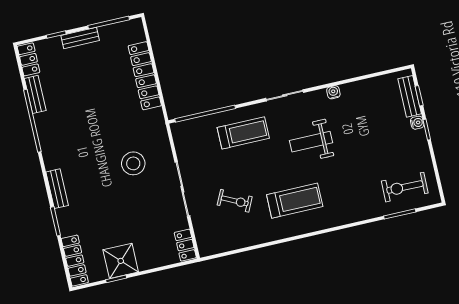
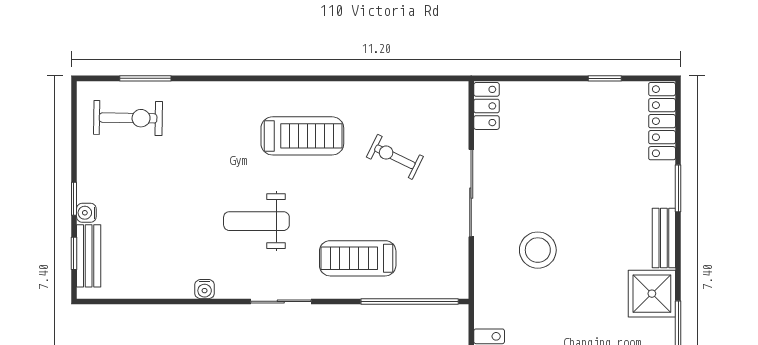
weight bench: (311, 142) -> (256, 221), turned 180
treadmill: (295, 201) -> (302, 136), turned 180
shower: (121, 261) -> (652, 294), moved

